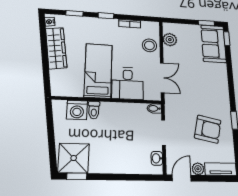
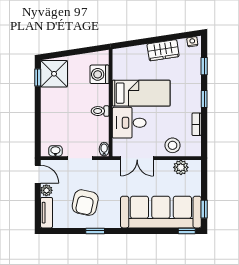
sofa: (214, 44) -> (161, 212), width x1.85, depth x1.27
wardrobe: (56, 48) -> (163, 50), width x0.67
toilet: (94, 110) -> (100, 111), moved

